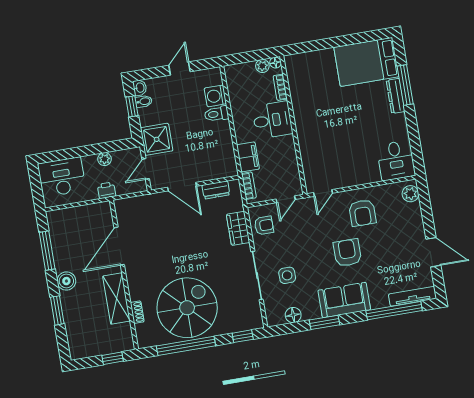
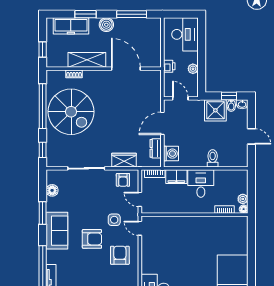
washing machine: (215, 96) -> (171, 154), moved, turned 90
desk: (272, 120) -> (201, 183), moved, turned 180
shower: (157, 139) -> (215, 110), moved
armchair: (362, 213) -> (120, 255), turned 90
side table: (287, 275) -> (114, 220), moved
freezer: (76, 327) -> (71, 26), added

